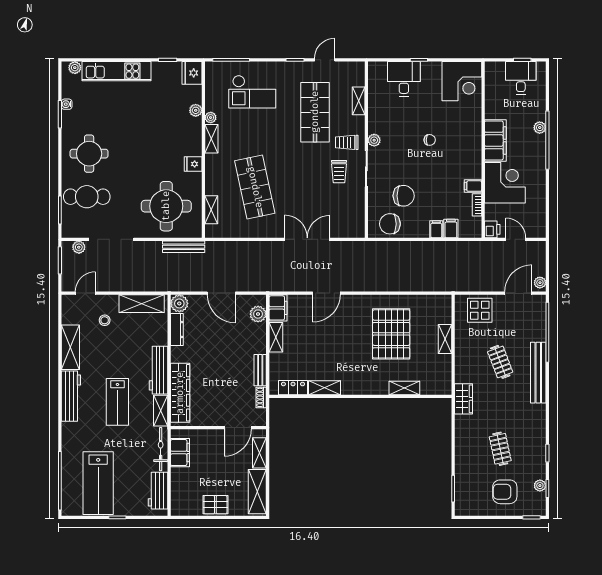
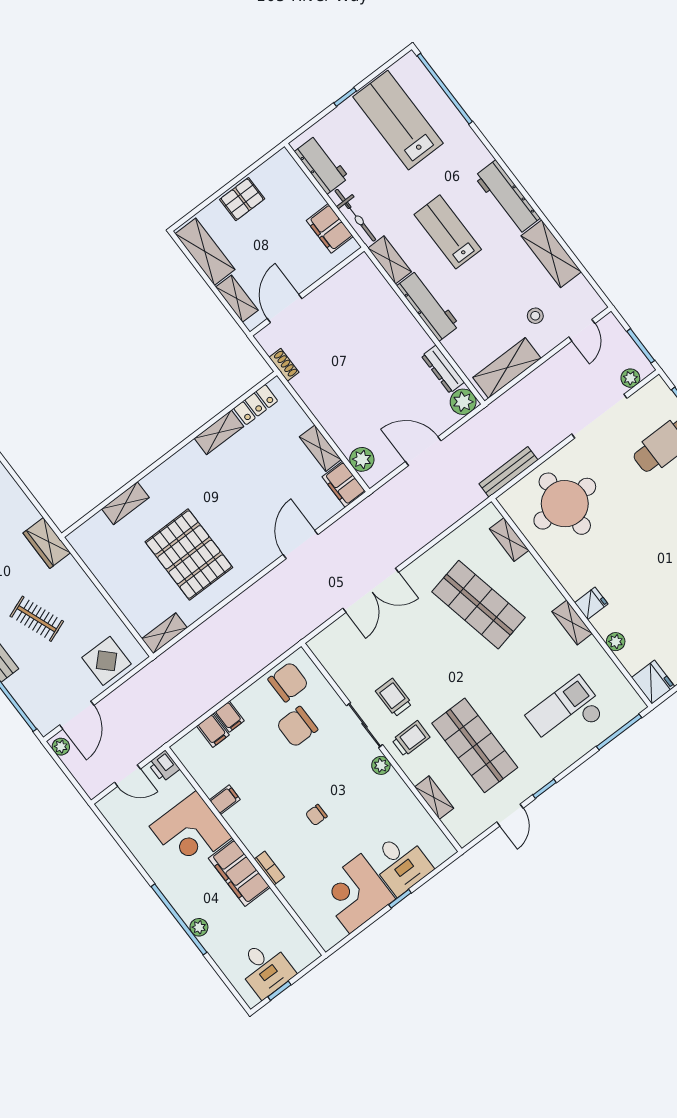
corner desk: (462, 81) -> (355, 894), moved
plant: (211, 118) -> (592, 646), removed
fridge: (193, 164) -> (591, 603), moved
bookcase: (477, 205) -> (269, 868), moved
shelving: (445, 339) -> (164, 633), moved, turned 90
bench: (260, 370) -> (309, 396), removed
wardrobe: (180, 393) -> (383, 298), removed

